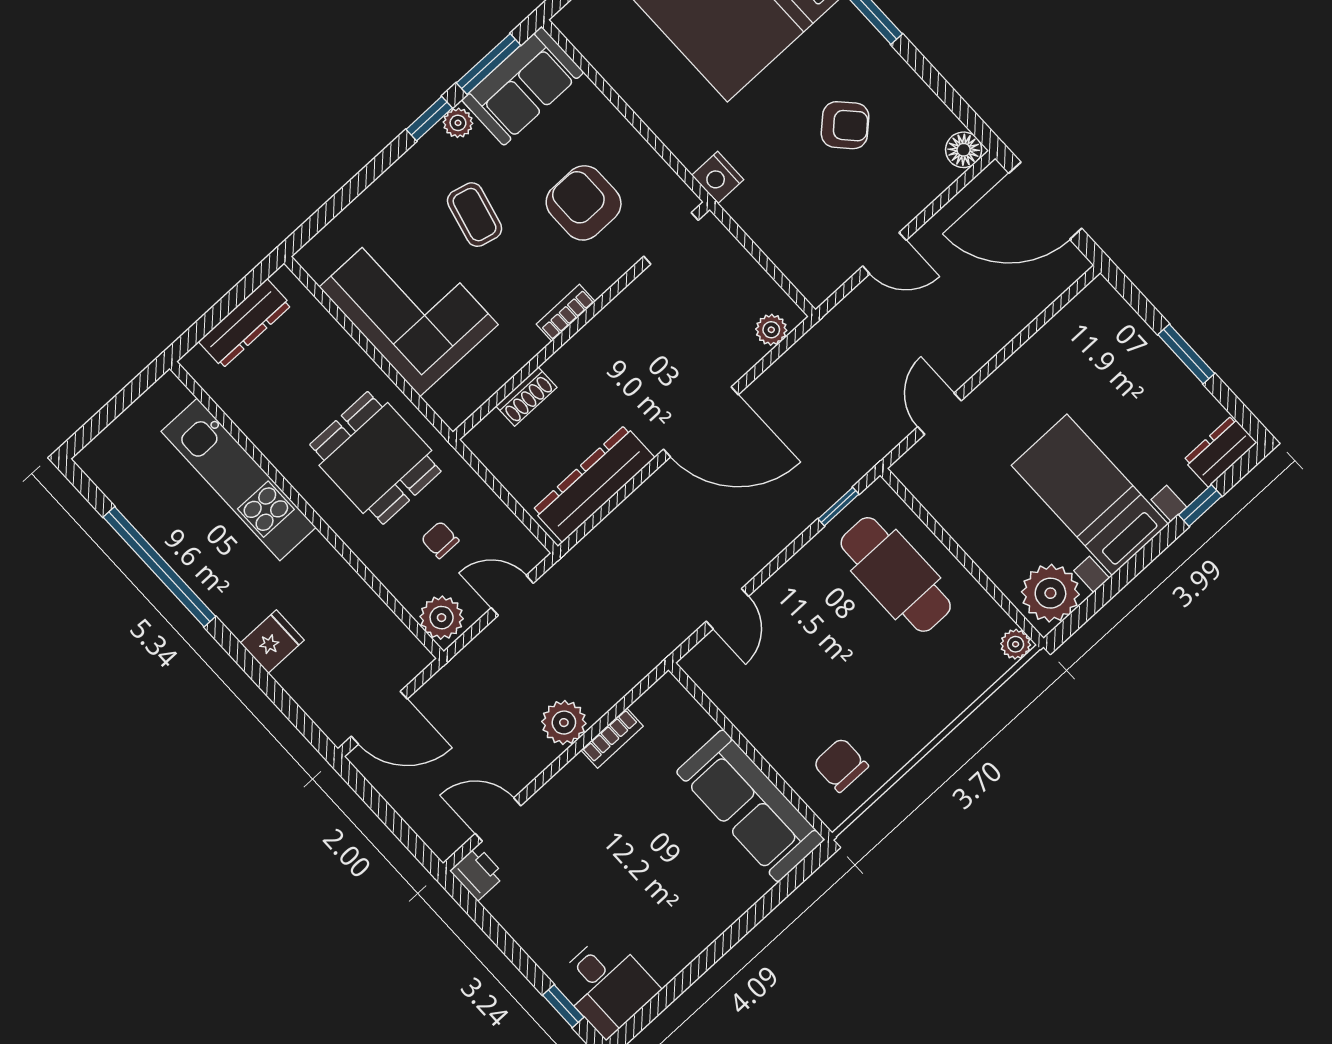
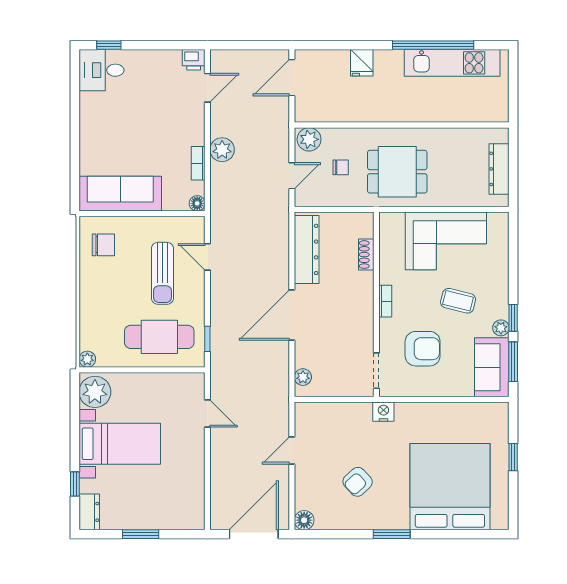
kitchen unit: (239, 479) -> (452, 63), moved, turned 180
sun lounger: (806, 649) -> (162, 273), added
floor lamp: (668, 690) -> (197, 203), added

